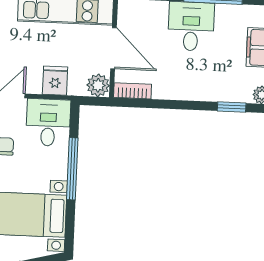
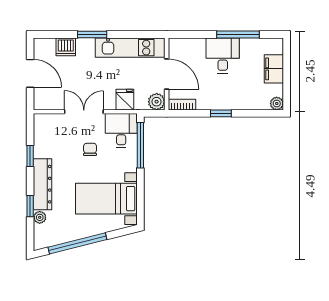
window: (232, 107) -> (221, 113), moved
window: (72, 169) -> (140, 145), moved

